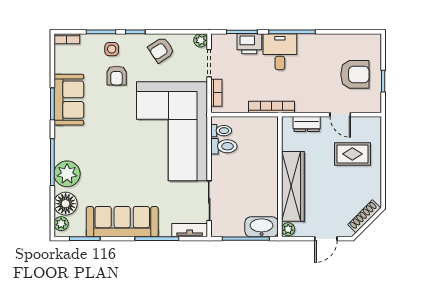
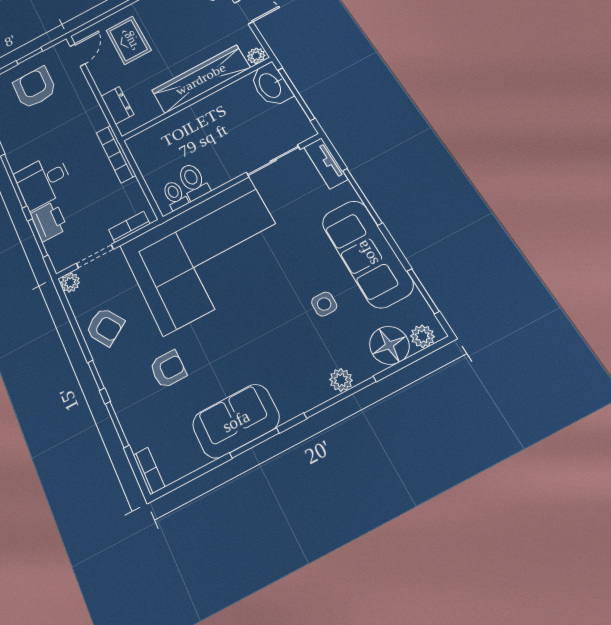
side table: (112, 49) -> (324, 304), moved
door: (340, 115) -> (78, 55), moved
plant: (67, 174) -> (341, 380), width x0.53, depth x0.53

